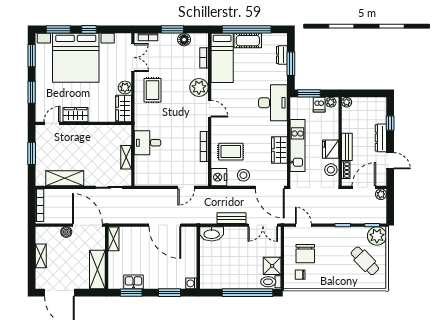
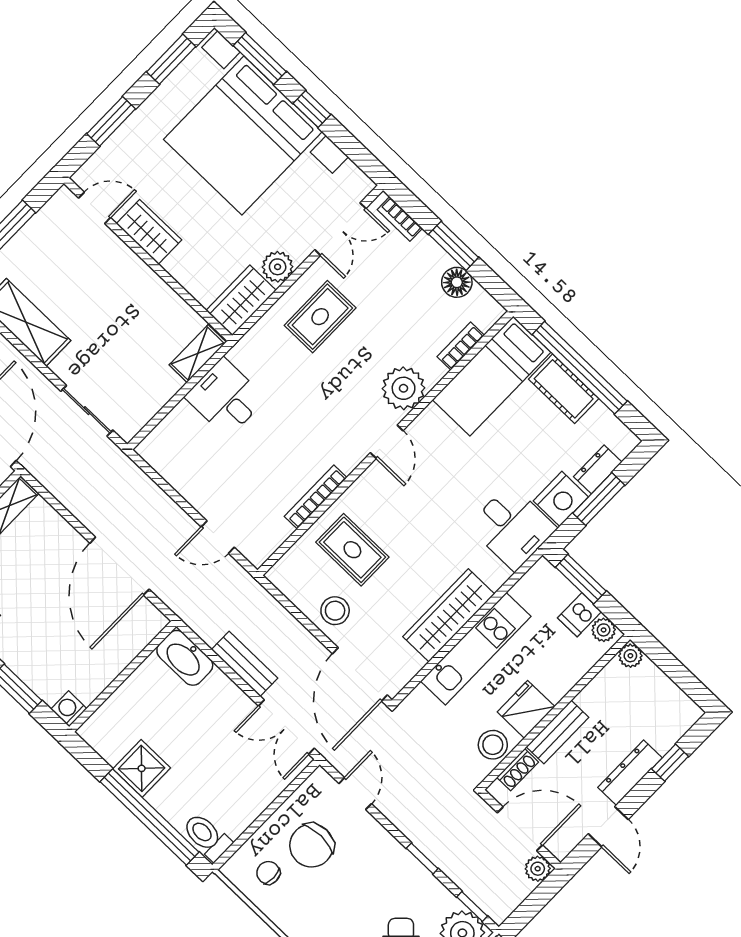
desk: (273, 103) -> (512, 527), width x0.73
wardrobe: (279, 150) -> (449, 615), width x1.50
shelving: (126, 157) -> (198, 354), moved
nightstand: (219, 177) -> (561, 499), moved, turned 180
shower: (272, 266) -> (142, 768), moved

